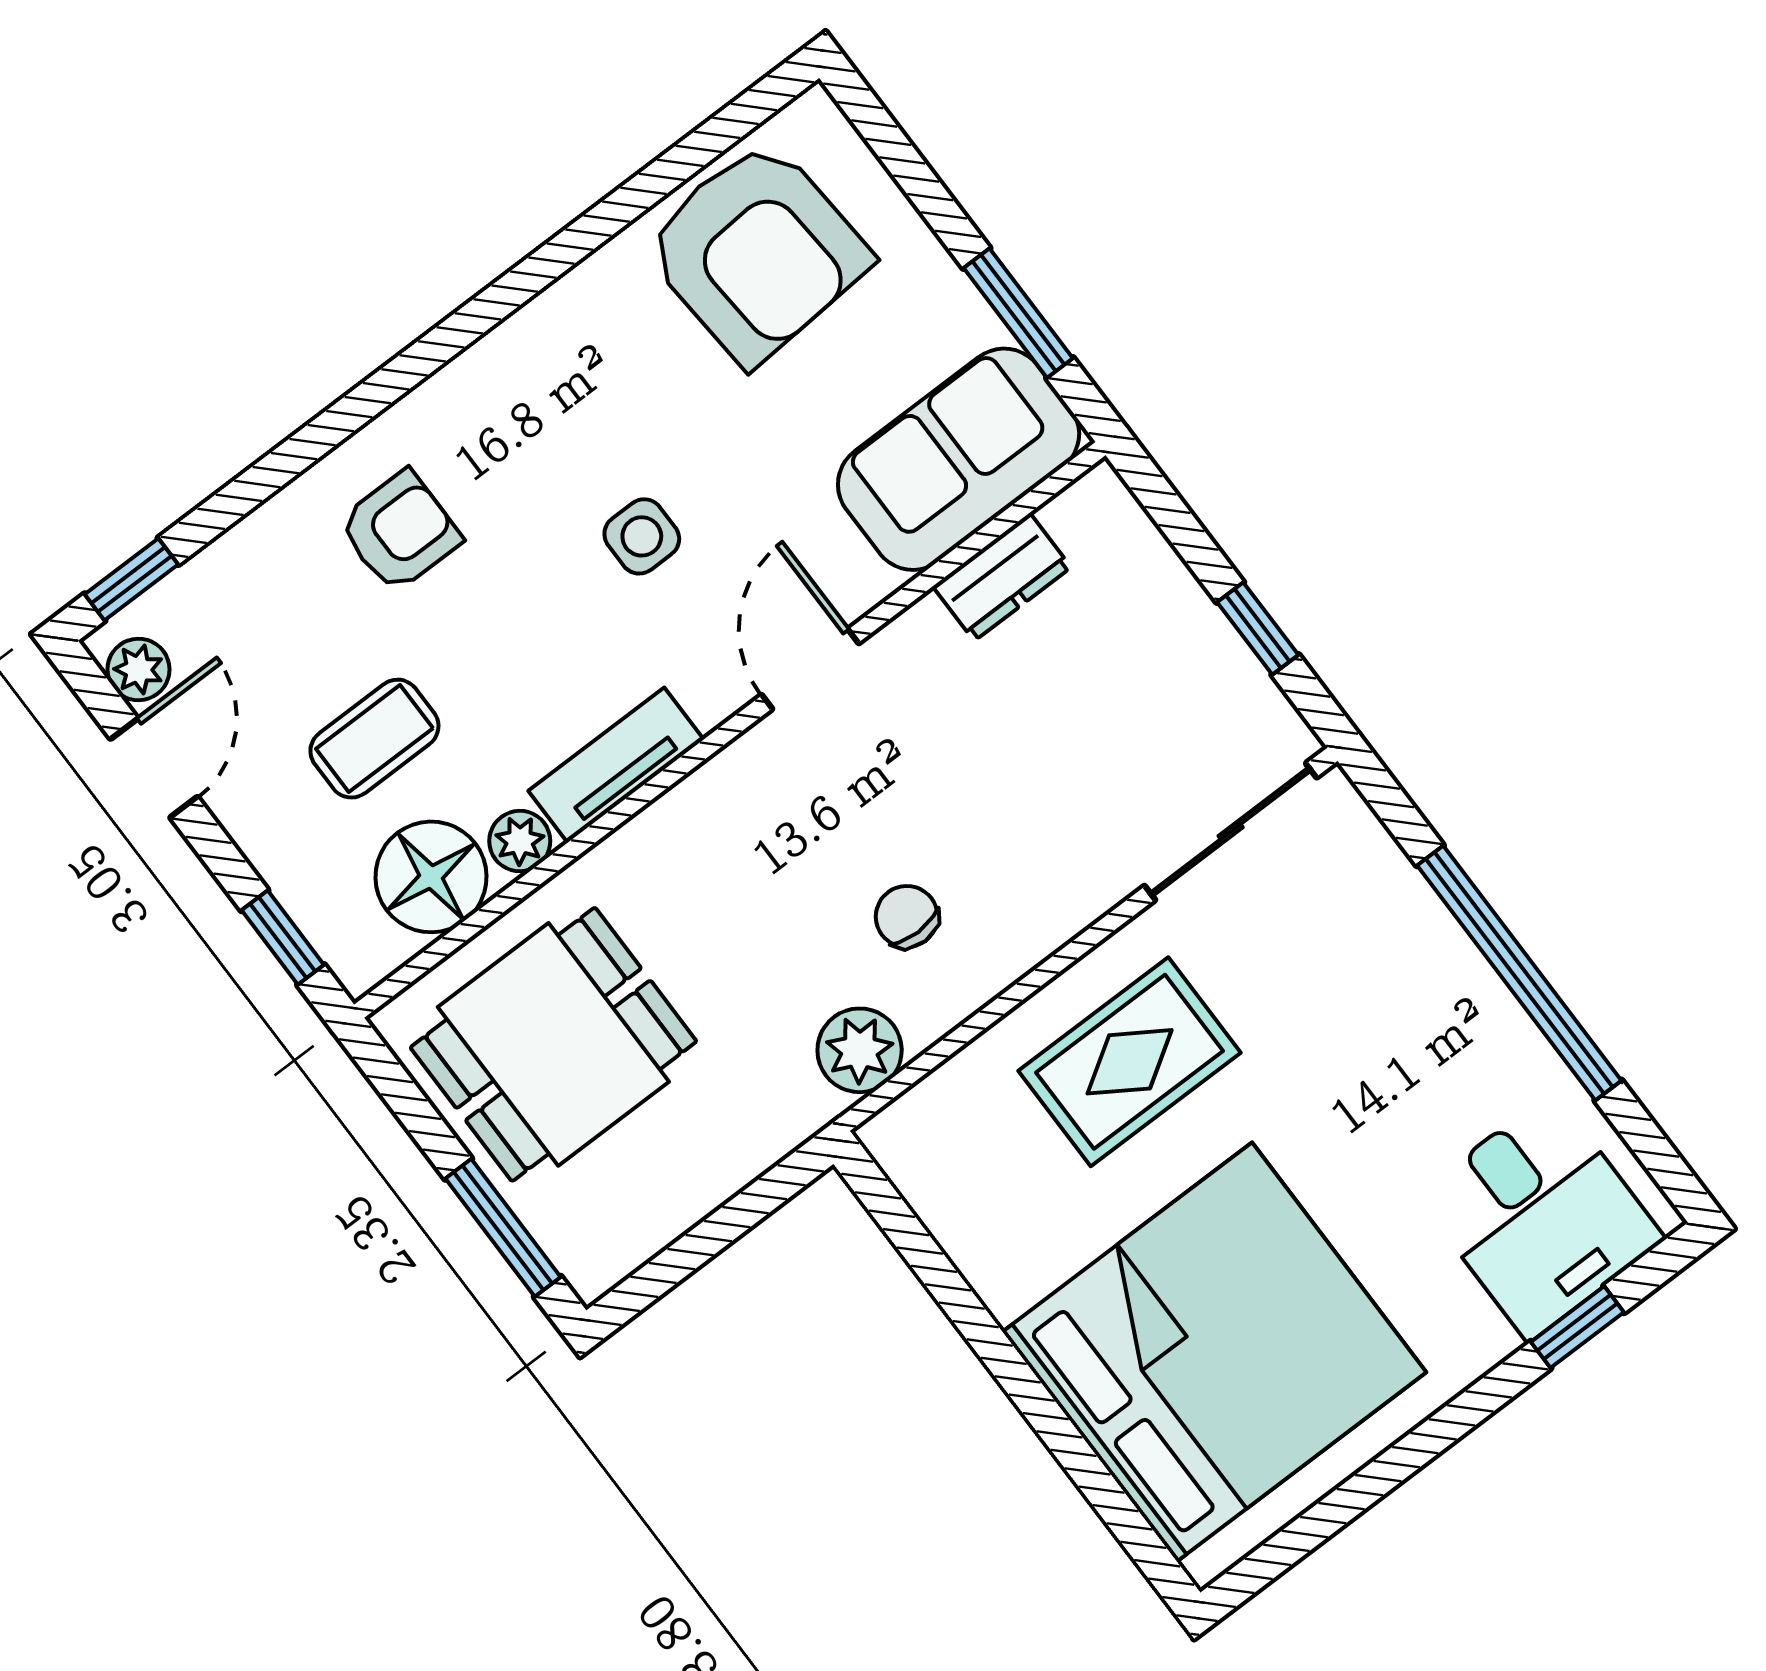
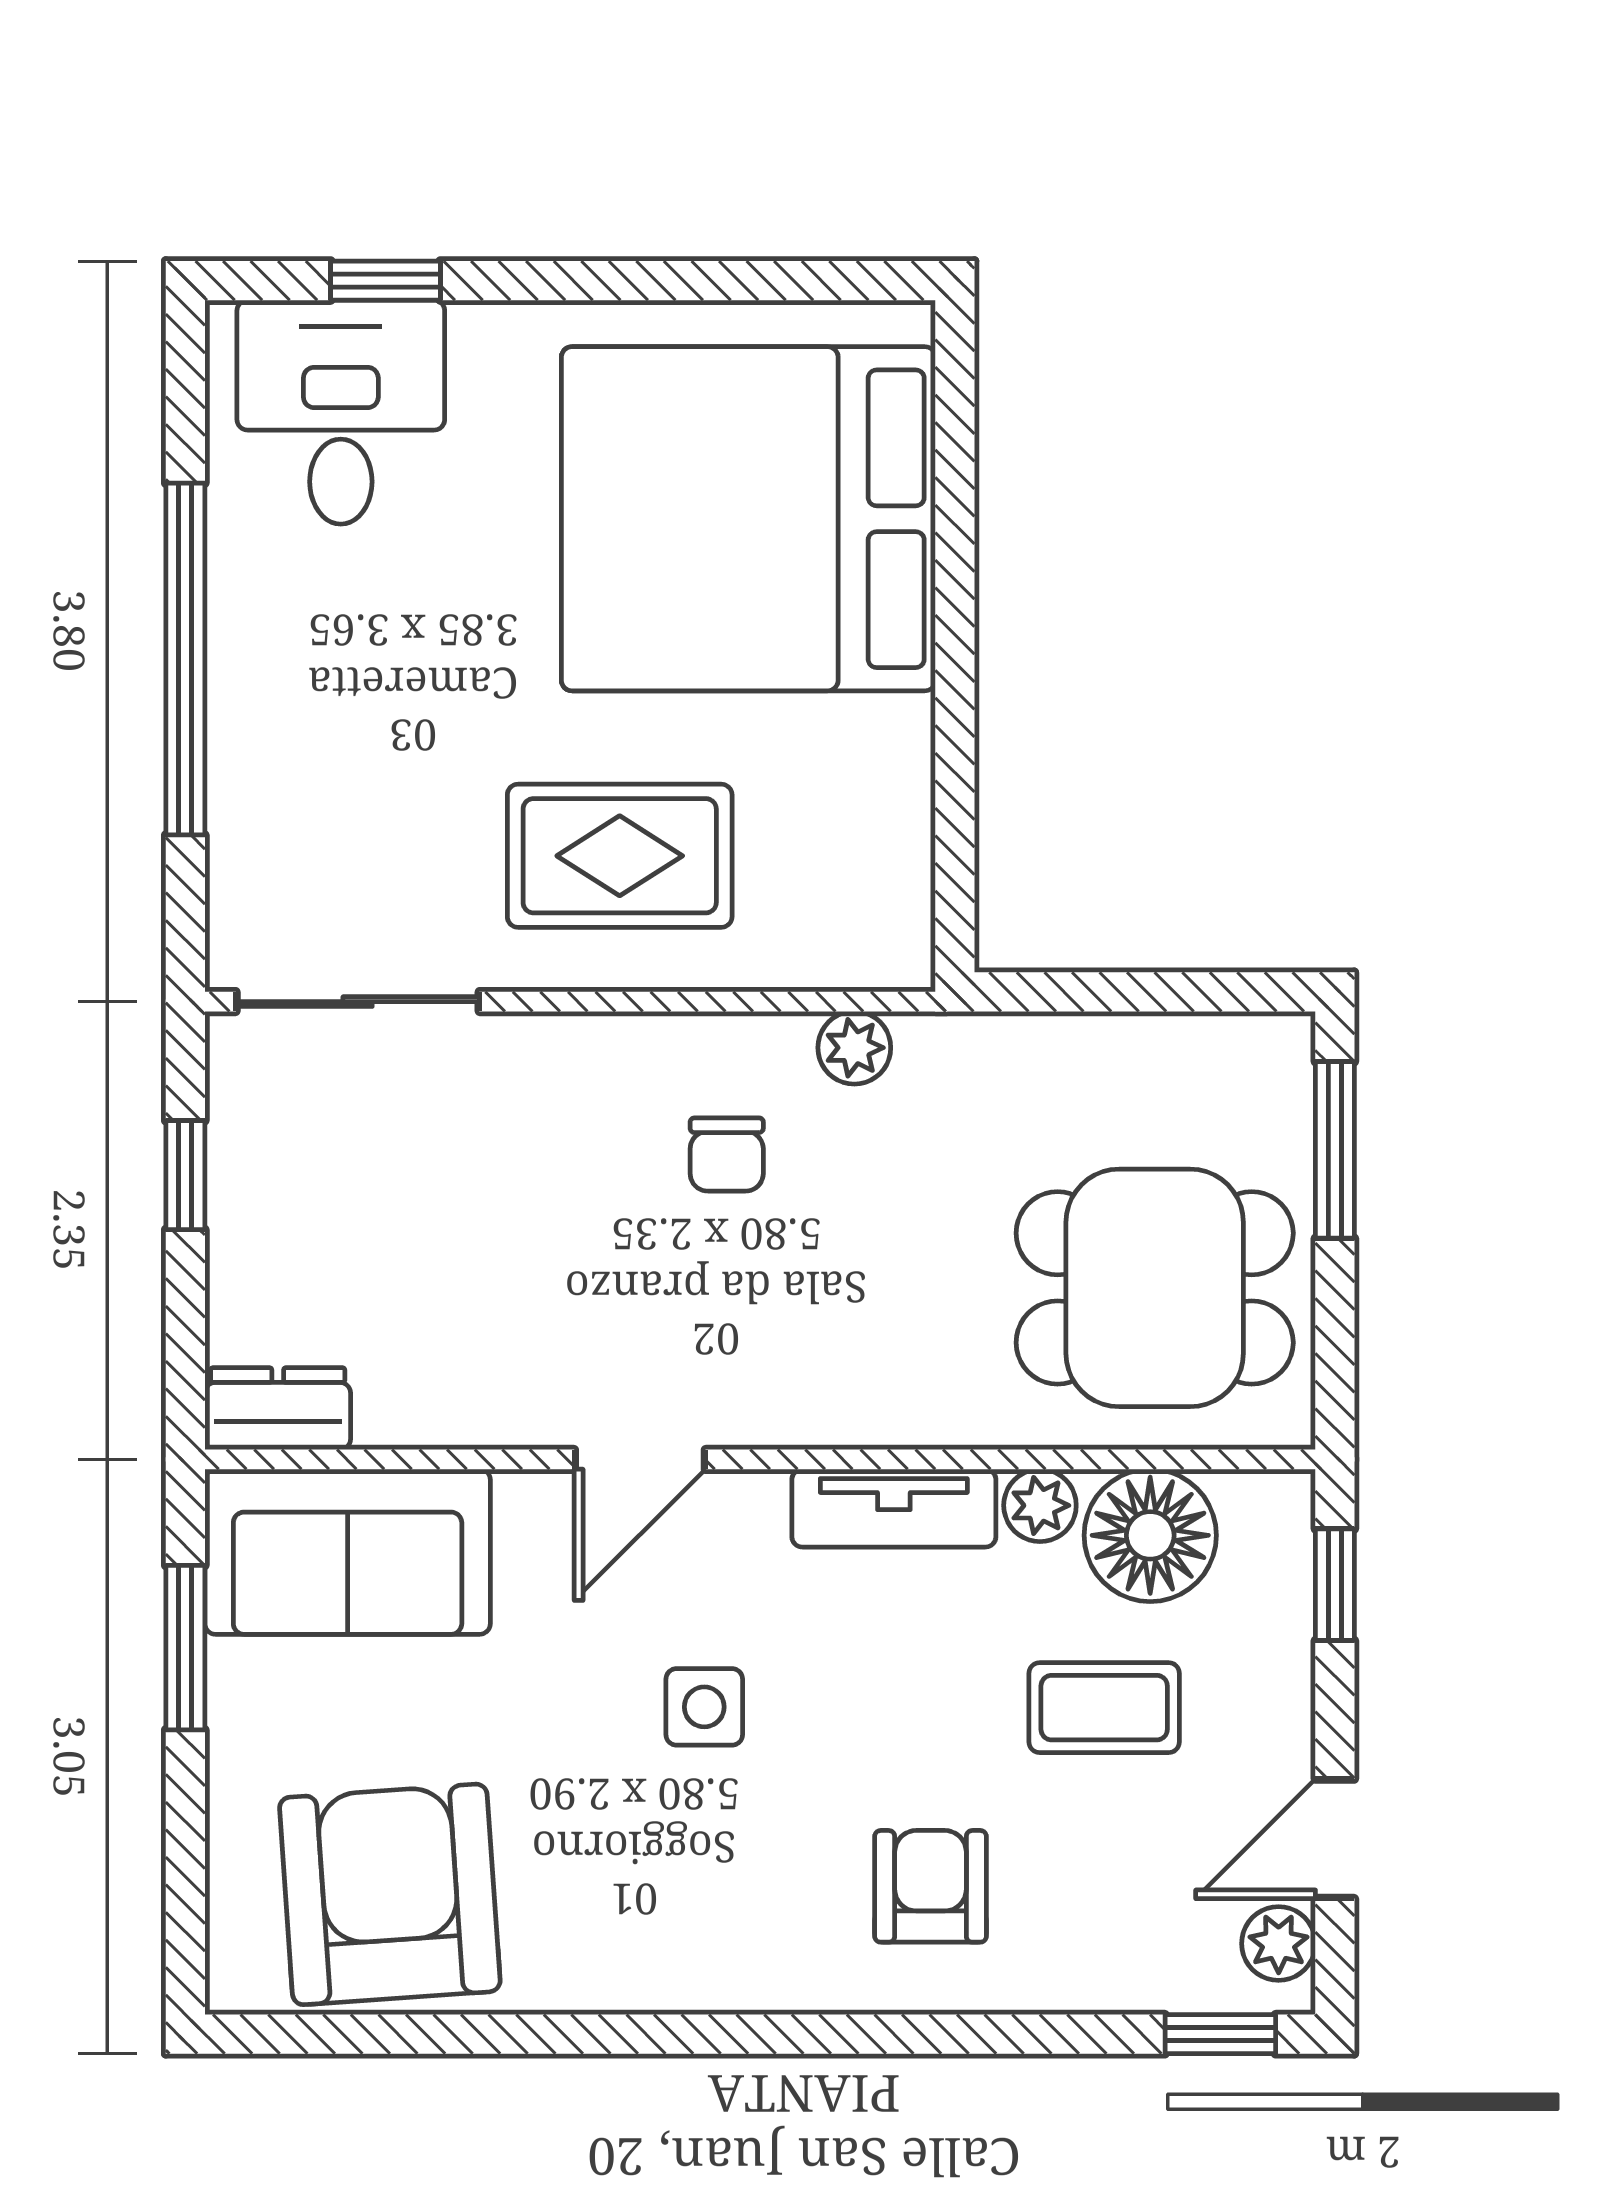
armchair: (400, 531) -> (930, 1886), turned 90
dresser: (1002, 577) -> (278, 1409), moved
plant: (860, 1050) -> (854, 1048), width x0.73, depth x0.73

